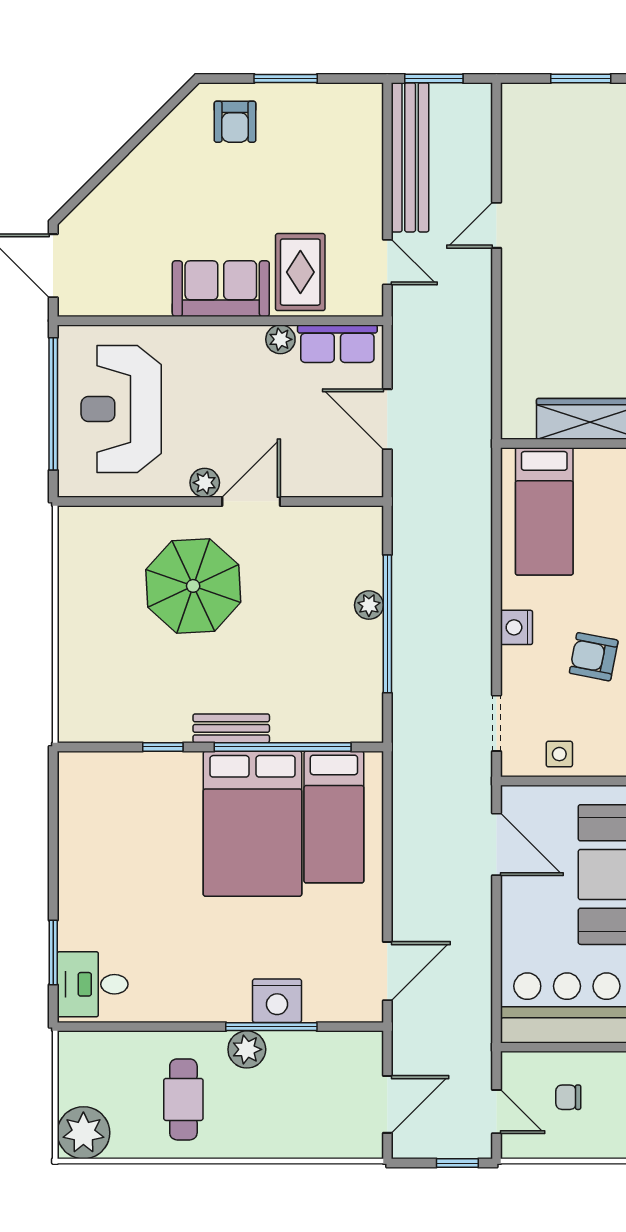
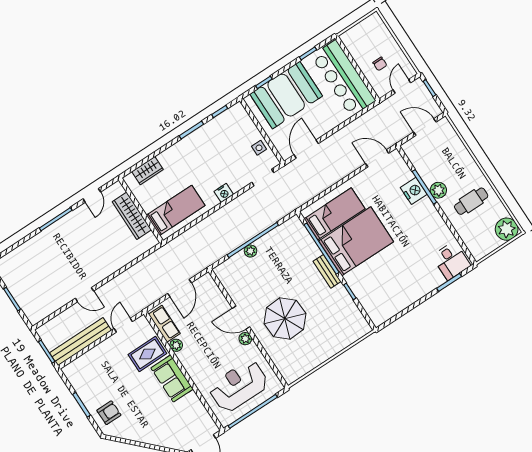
reception desk: (121, 409) -> (239, 386), turned 180
armchair: (594, 657) -> (216, 158), removed

